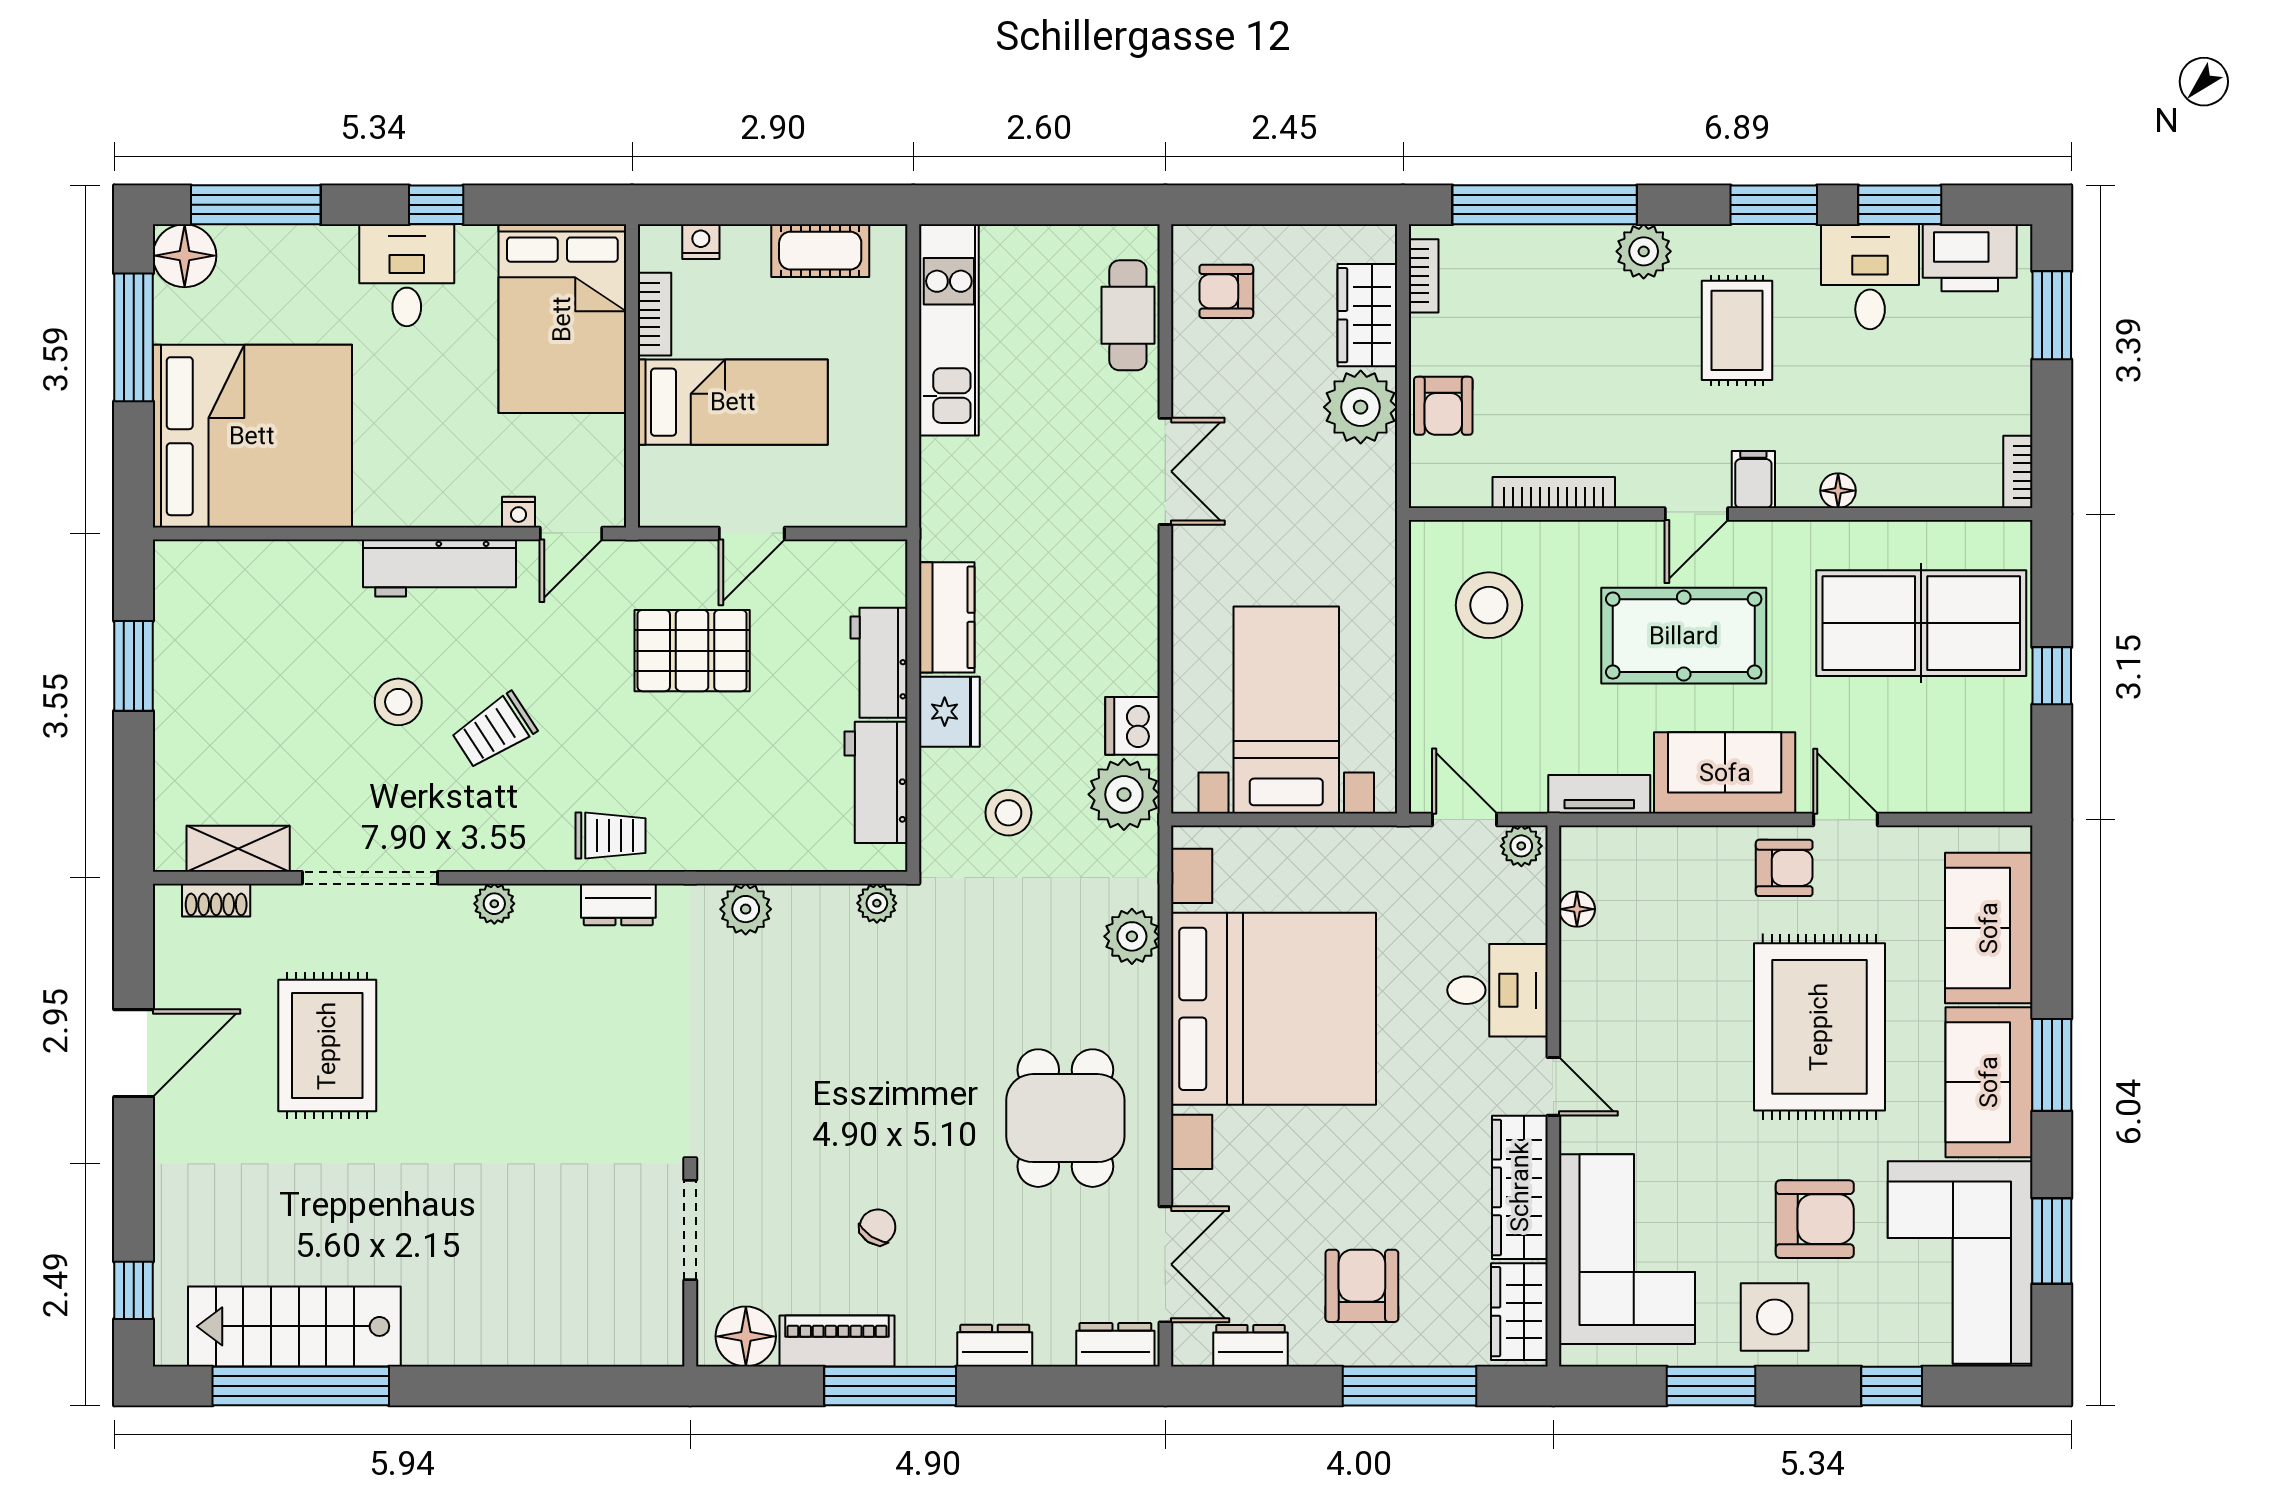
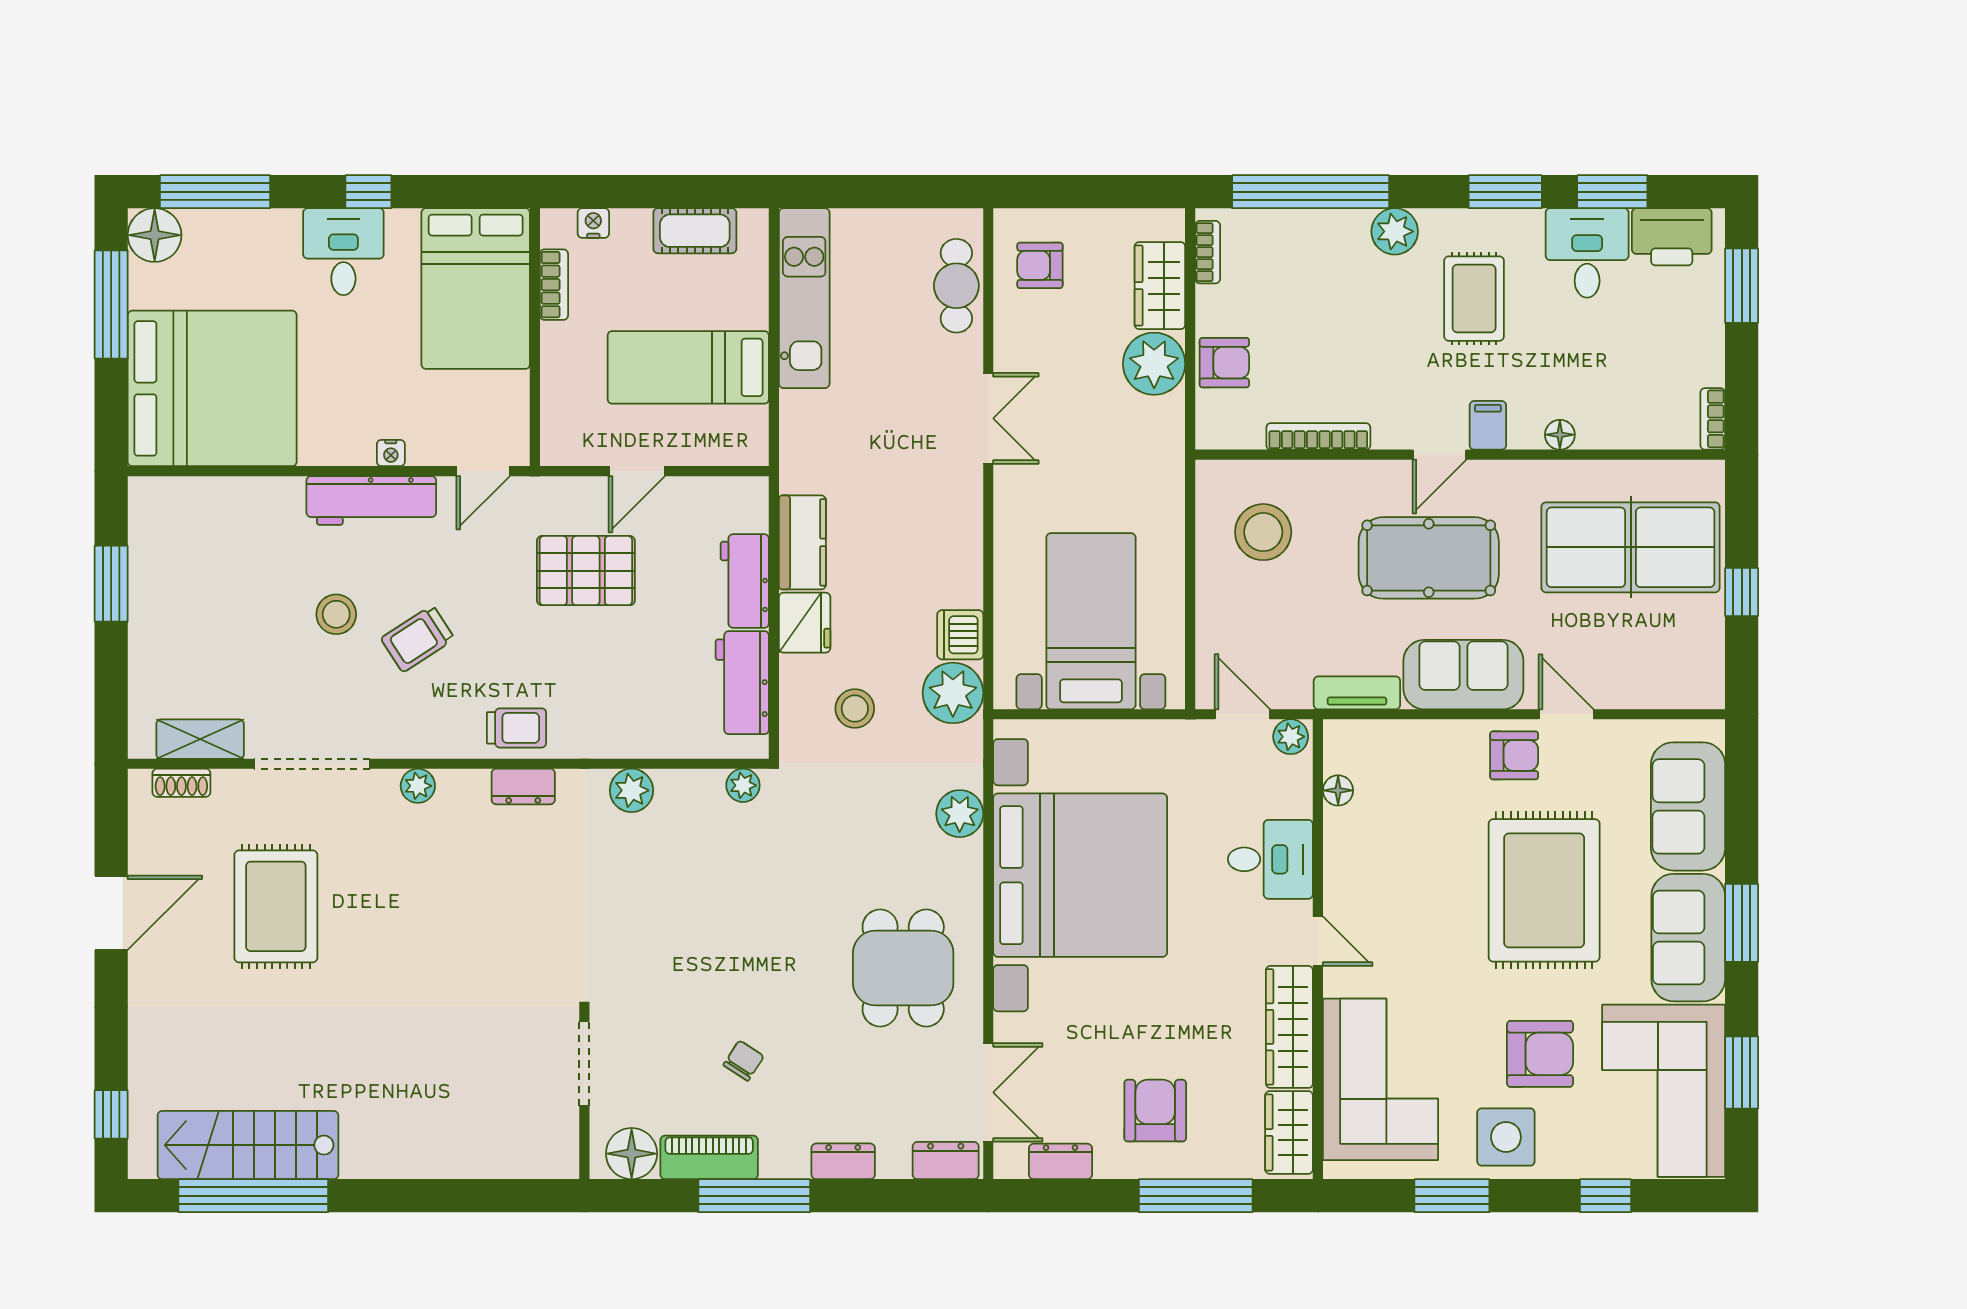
bed: (733, 402) -> (688, 367), moved, turned 180
armchair: (1443, 406) -> (1224, 363), turned -90
nightstand: (519, 512) -> (391, 453), moved

